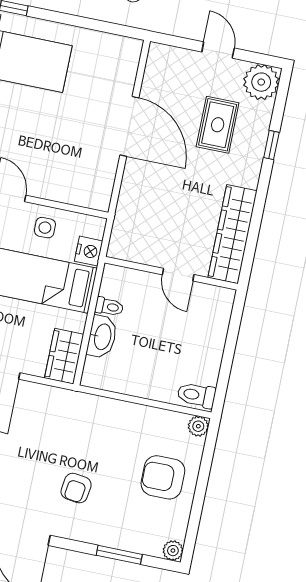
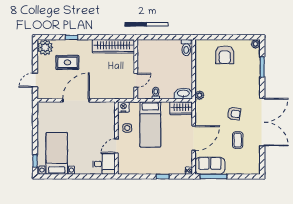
door: (218, 50) -> (35, 80), moved
nightstand: (89, 251) -> (123, 107), moved
door: (178, 275) -> (136, 80), moved
washbasin: (102, 337) -> (183, 94), moved
plant: (198, 426) -> (200, 95), moved
armchair: (76, 488) -> (234, 114), moved

